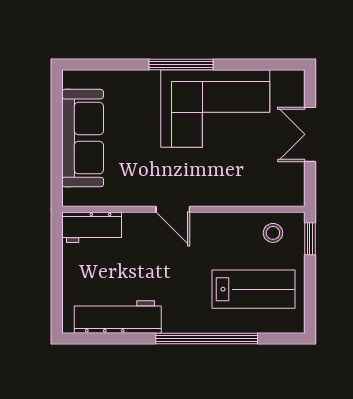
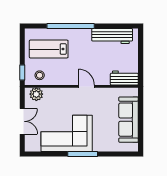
plant: (280, 192) -> (36, 94), added

